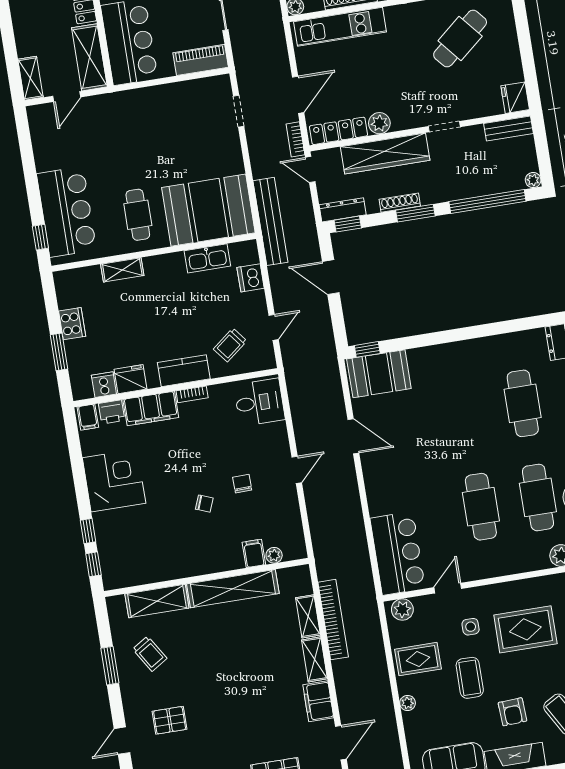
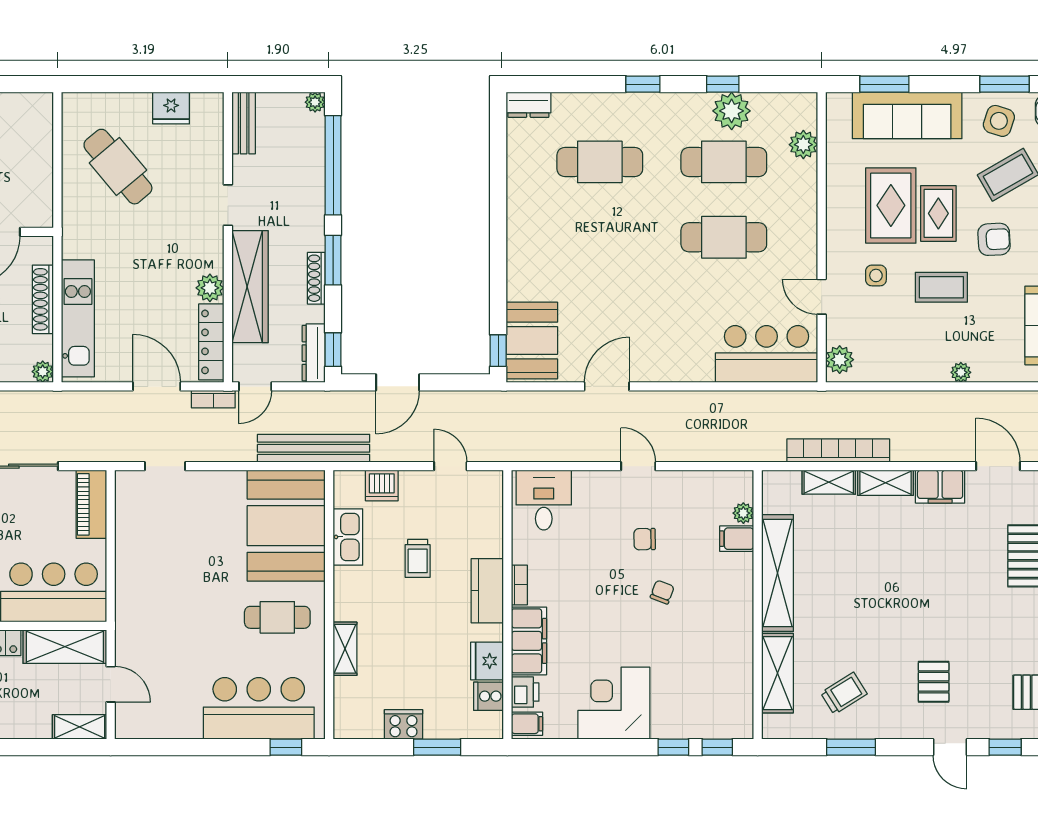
fridge: (515, 98) -> (171, 108), moved
trolley: (230, 345) -> (418, 558), moved, turned 38
rug: (418, 659) -> (938, 213), moved

